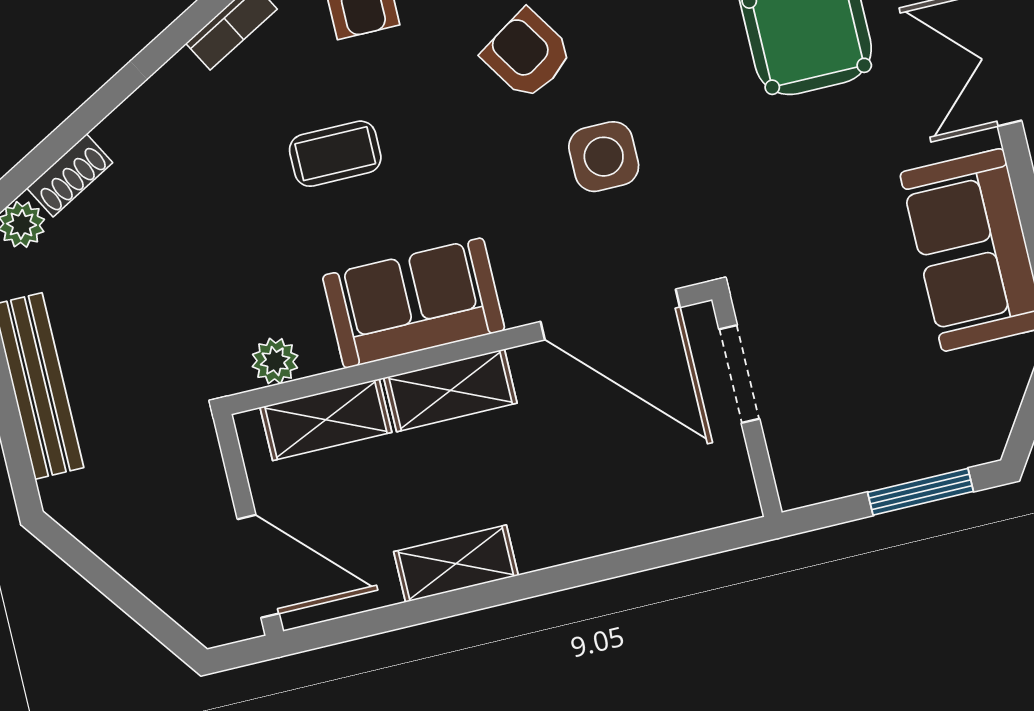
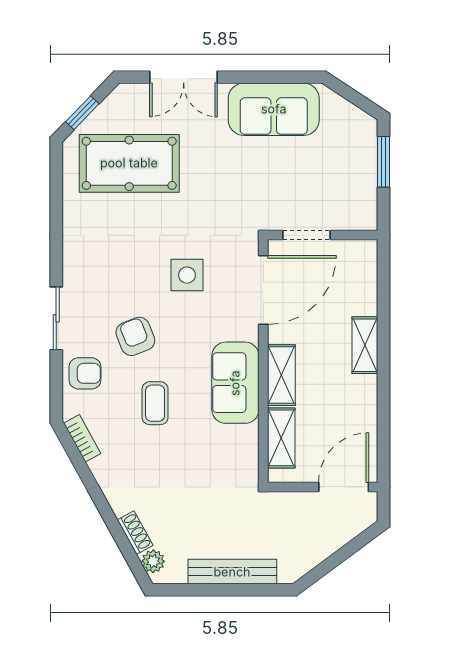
armchair: (527, 54) -> (135, 336), moved, turned 101
plant: (275, 361) -> (247, 456), removed
shelving: (456, 564) -> (365, 345), moved

